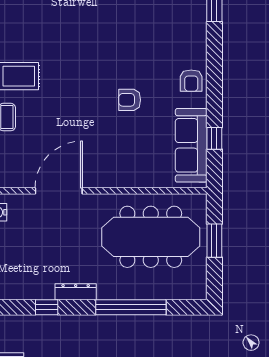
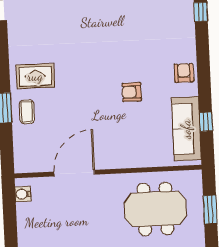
armchair: (191, 81) -> (184, 73), turned 180
meeting table: (151, 237) -> (155, 209), width x0.73

